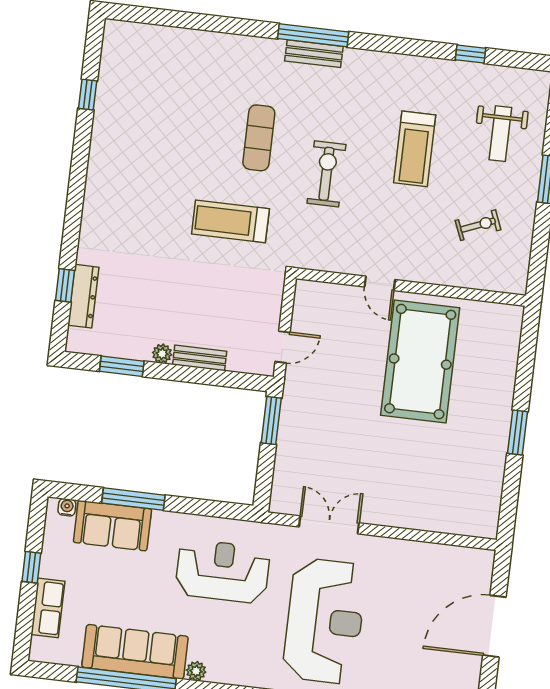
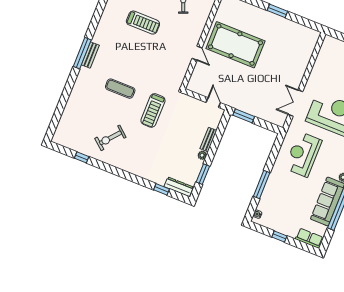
exercise bike: (326, 174) -> (110, 138), moved, turned -50
door: (380, 283) -> (197, 53), hinge flipped
dresser: (83, 296) -> (179, 187), moved
sofa: (112, 526) -> (271, 197), removed
row of seats: (48, 608) -> (309, 238), moved

